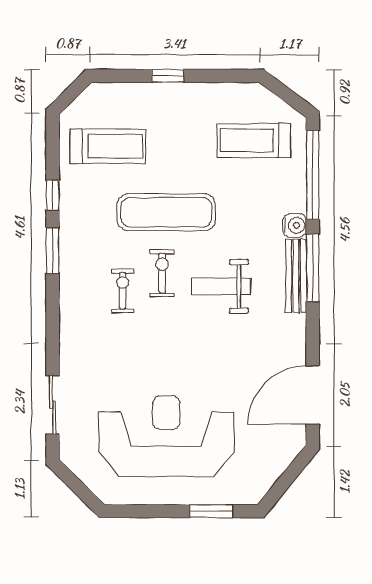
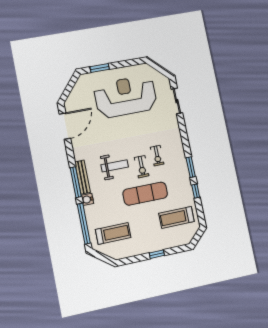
reception desk: (166, 436) -> (126, 97), turned 180

